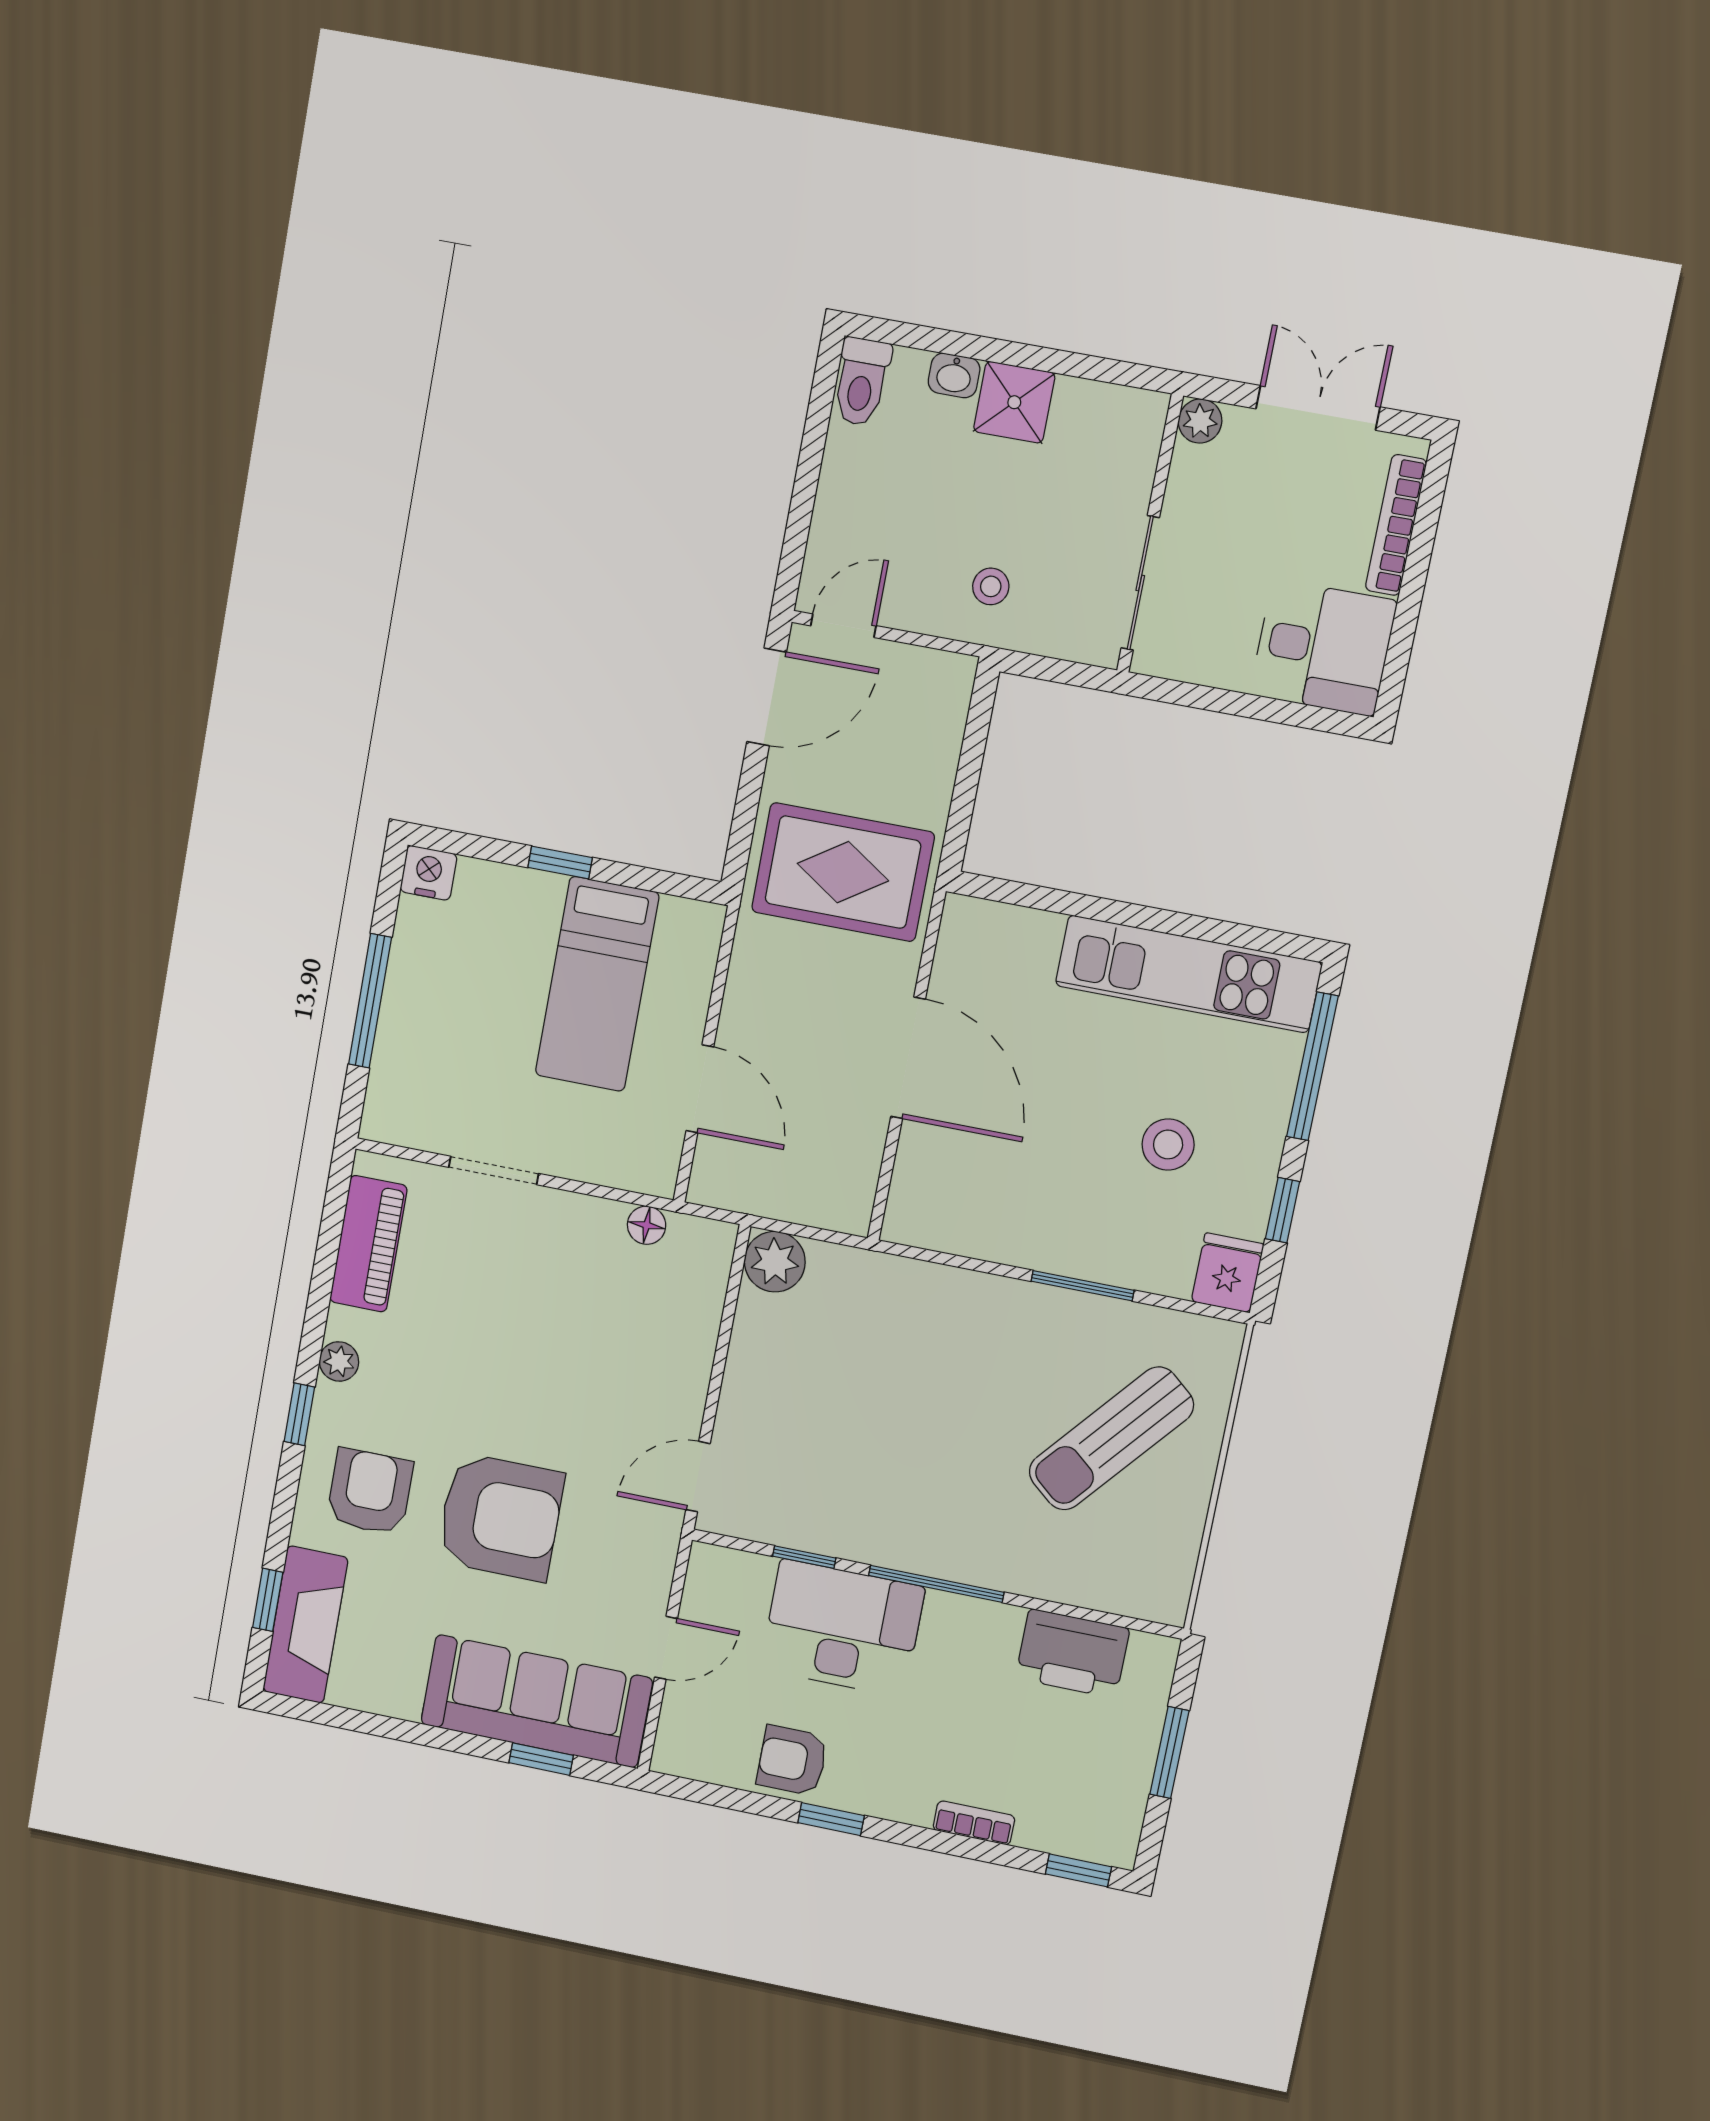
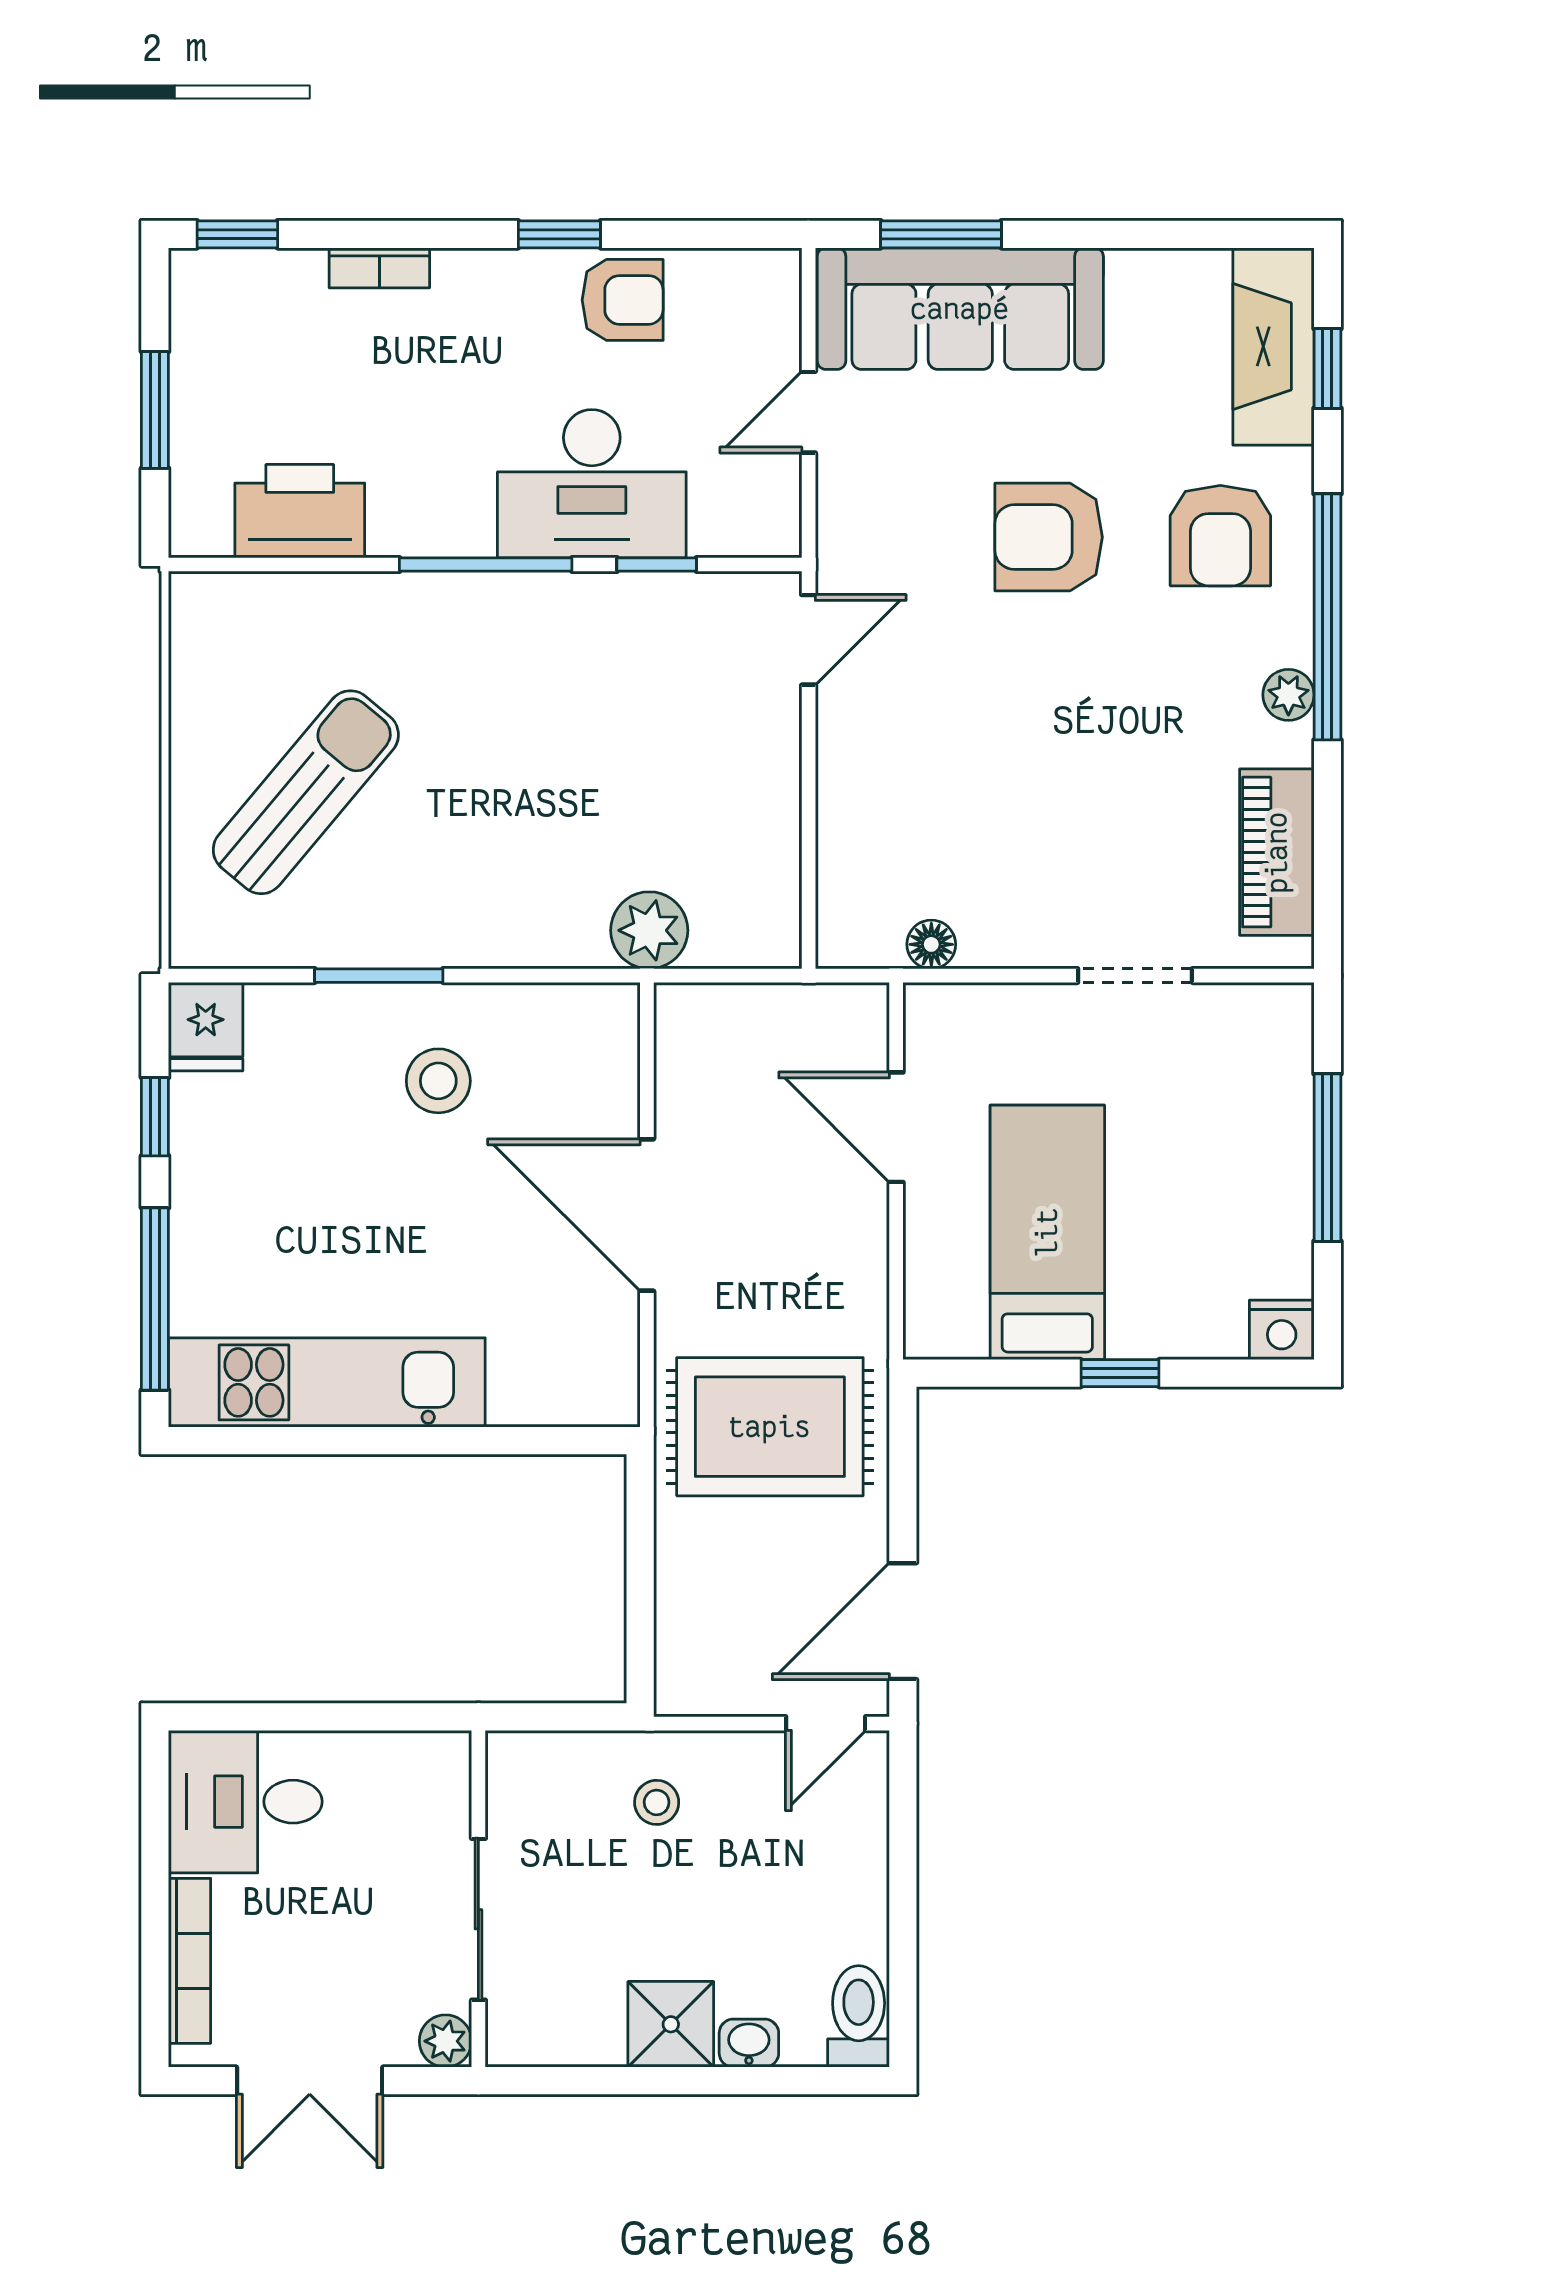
sliding door: (1140, 583) -> (478, 1919), moved
stool: (1168, 1145) -> (438, 1081), moved
plant: (775, 1262) -> (649, 930), moved
window: (299, 1414) -> (1327, 617), width x3.17
armchair: (500, 1517) -> (1049, 537), width x0.73, depth x0.73
window: (541, 1759) -> (941, 234), width x1.50

